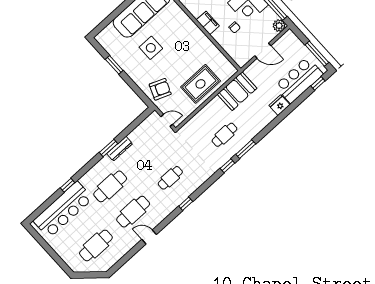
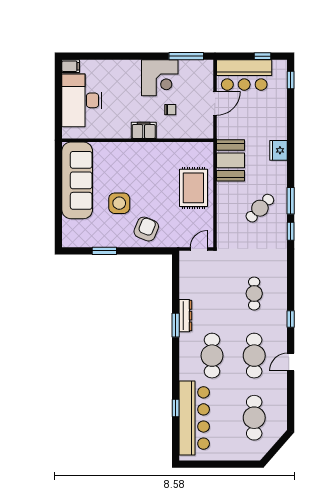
plant: (279, 26) -> (206, 67), removed
window: (317, 54) -> (263, 56), width x0.46
bar counter: (299, 80) -> (244, 75), moved, turned -90
armchair: (160, 89) -> (146, 229), moved
fridge: (279, 105) -> (279, 150), moved
cafe table: (224, 135) -> (260, 208), turned 44
window: (67, 185) -> (176, 408), moved
window: (186, 204) -> (291, 319), moved

